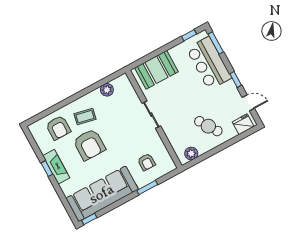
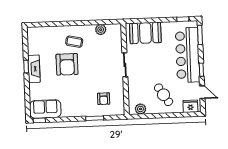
bar counter: (209, 63) -> (188, 55), width x1.36
armchair: (58, 128) -> (50, 40), removed
sofa: (102, 194) -> (45, 109), width x0.54, depth x0.79

